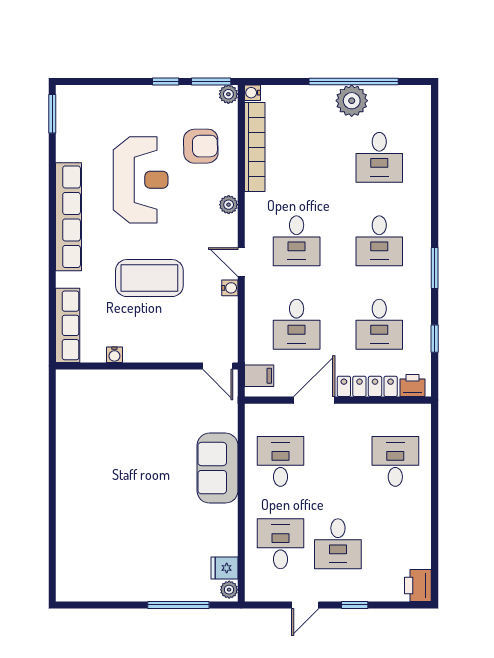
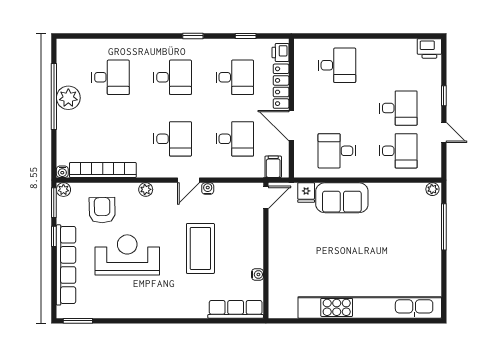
row of seats: (68, 217) -> (66, 265), moved, turned 90
window: (435, 268) -> (193, 36), width x0.67
desk: (395, 461) -> (337, 65), turned 180
kitchen unit: (70, 505) -> (370, 307), added
desk: (280, 544) -> (398, 151), turned 180
fridge: (224, 568) -> (306, 193), moved

